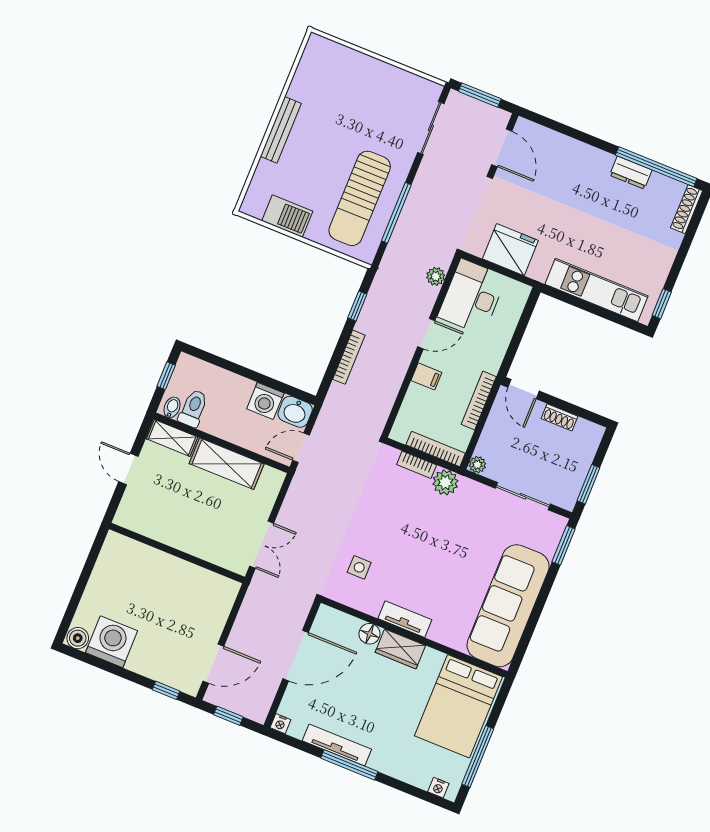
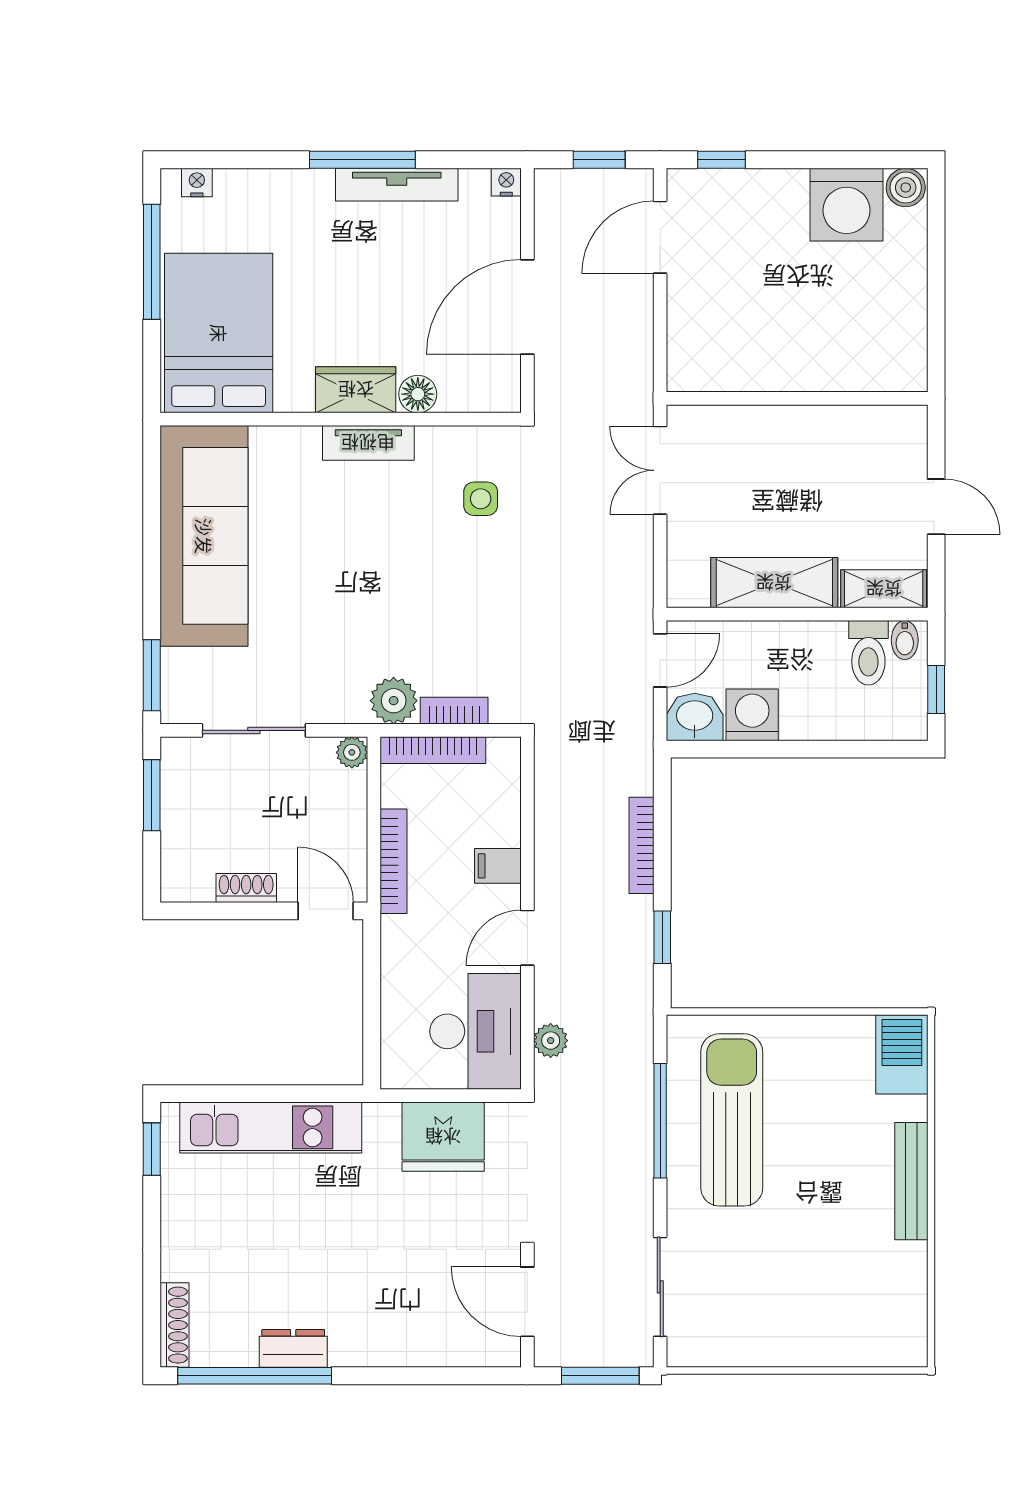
barbecue: (287, 216) -> (902, 1054), moved, turned 90

